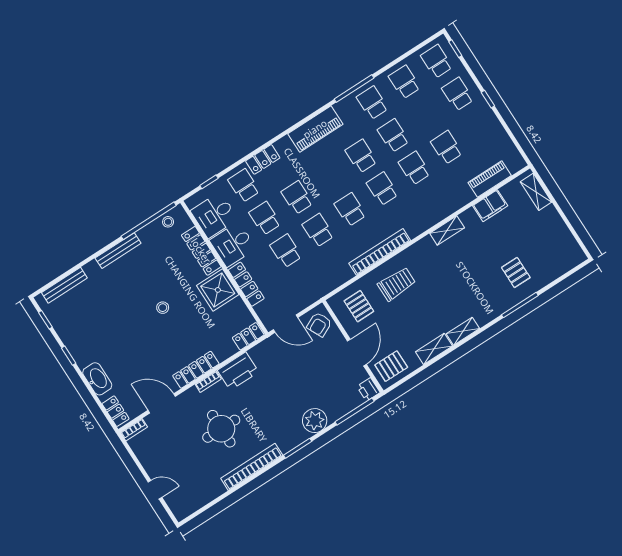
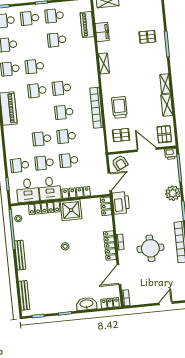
locker: (263, 159) -> (10, 147), removed
school desk: (414, 168) -> (54, 16), moved
printer: (238, 371) -> (121, 203), moved

